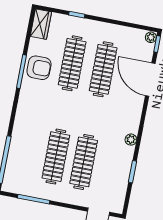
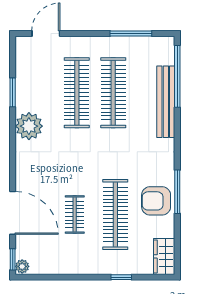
clothes rail: (103, 69) -> (75, 214), width x0.54, depth x0.76
plant: (131, 140) -> (29, 126), width x1.88, depth x1.88
bench: (17, 142) -> (166, 102), added

